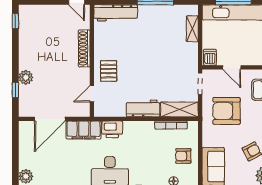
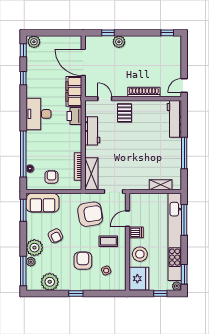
dishwasher: (210, 57) -> (136, 232), moved
pallet: (109, 71) -> (124, 113), turned 90
workbench: (143, 108) -> (92, 131), moved
armchair: (227, 111) -> (90, 214), turned 81

